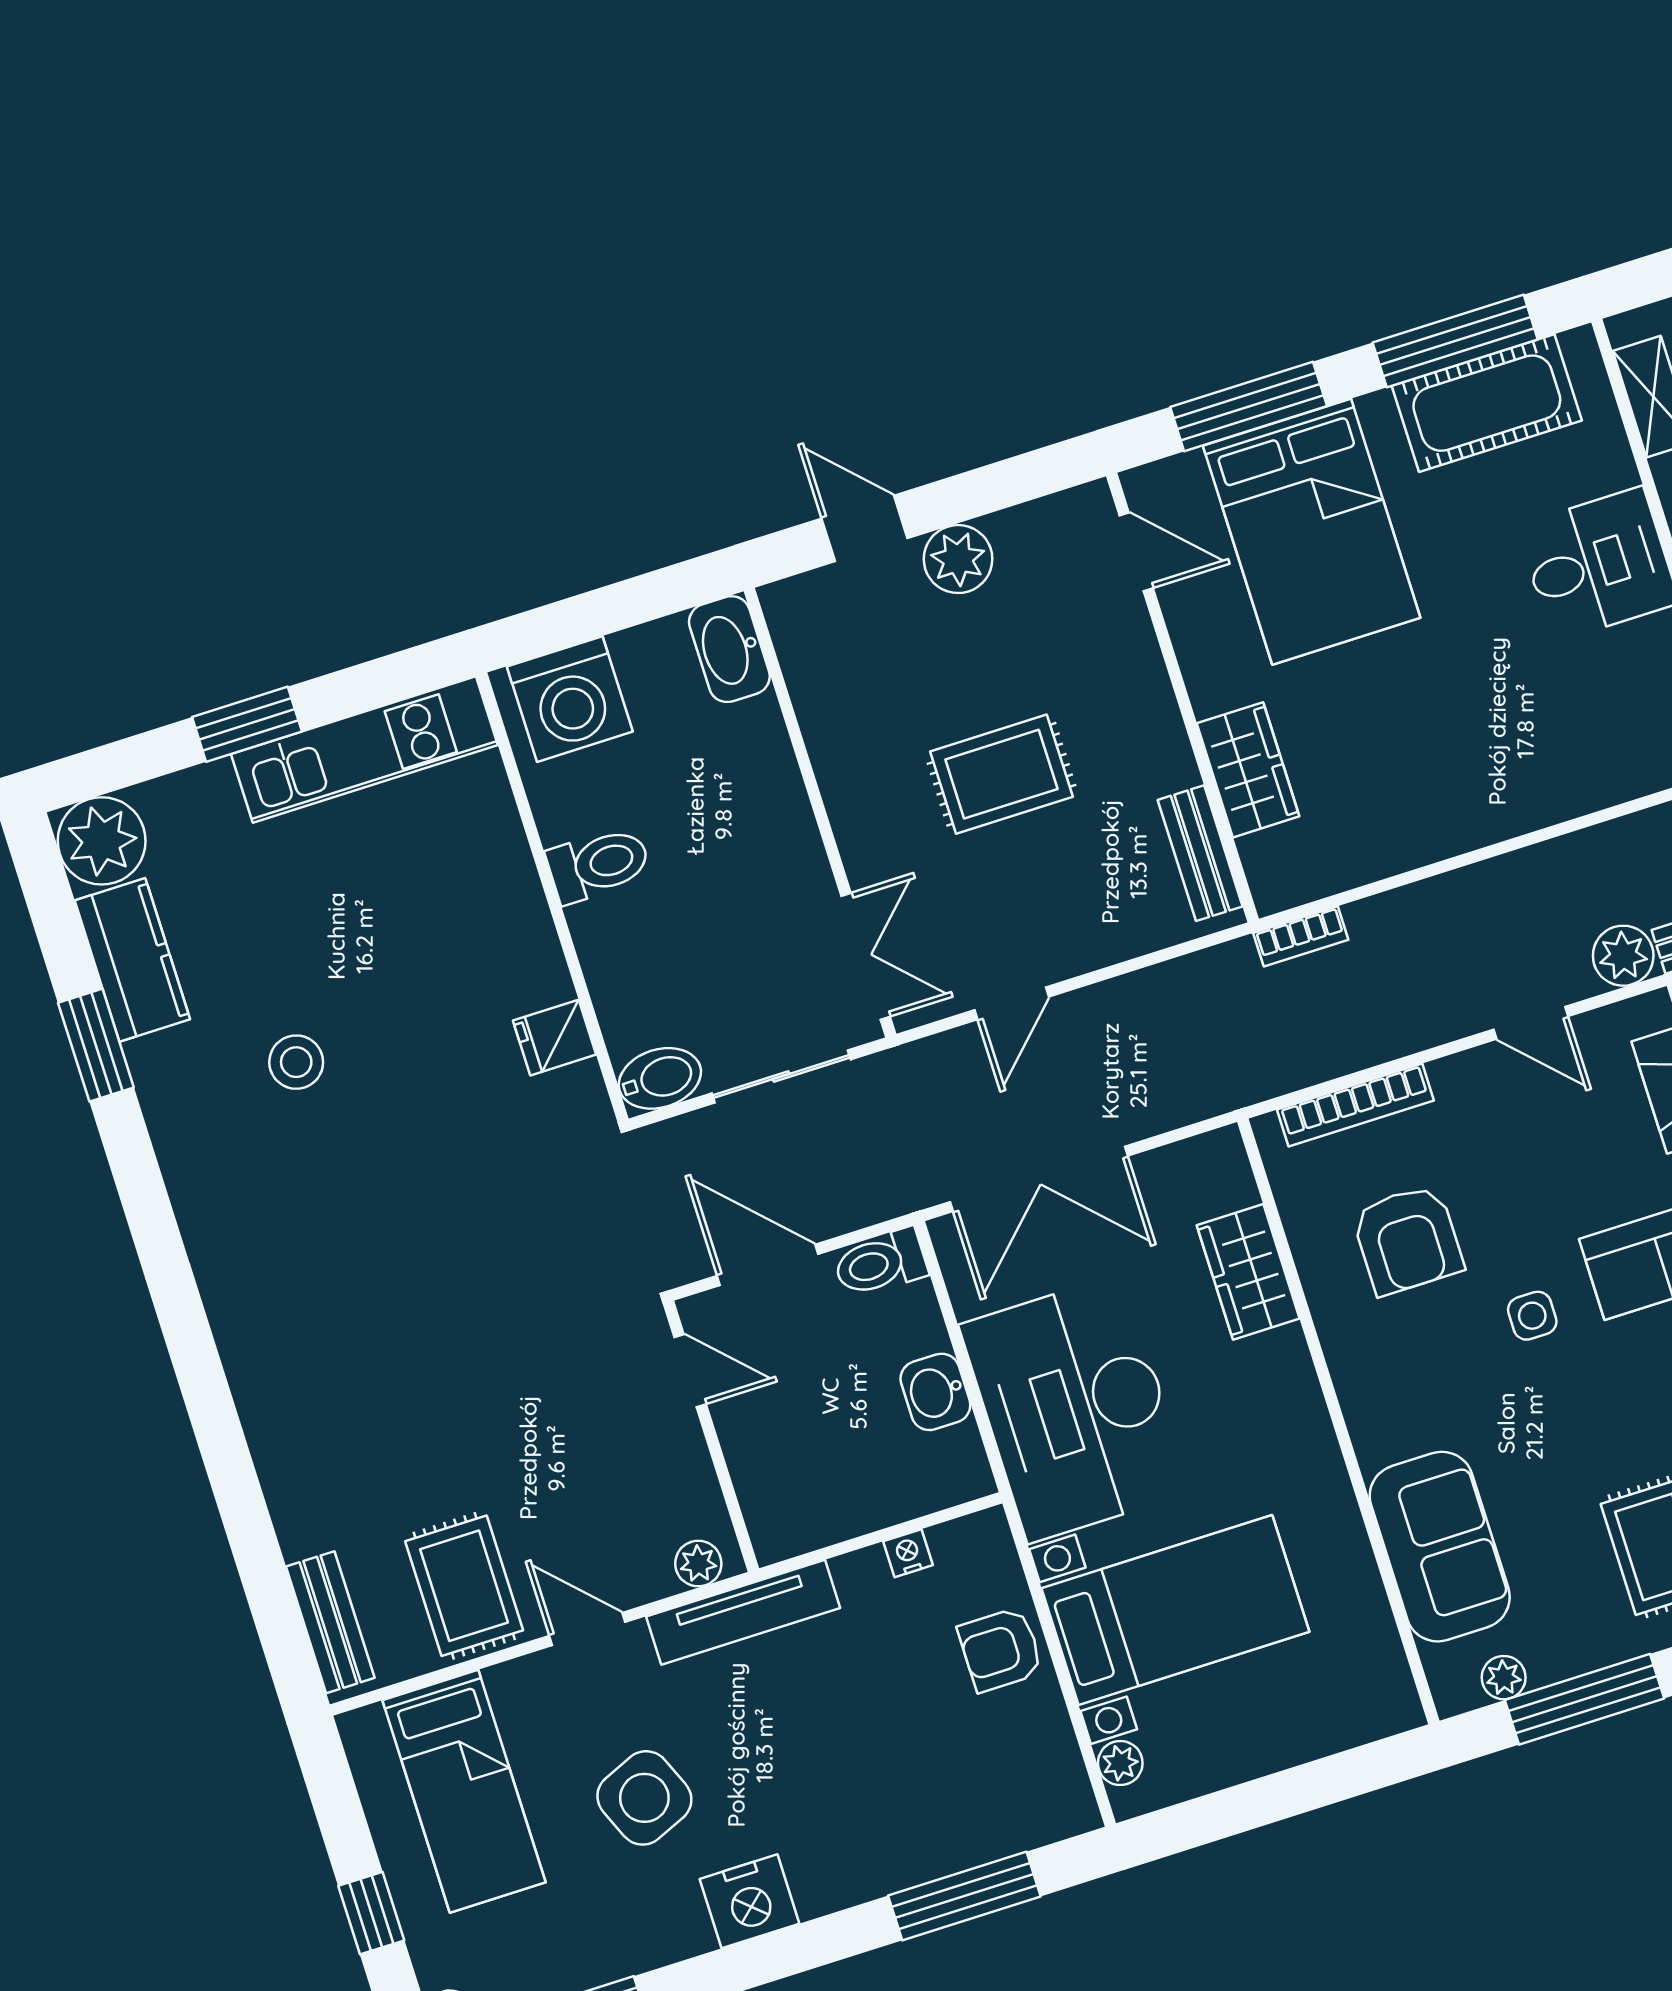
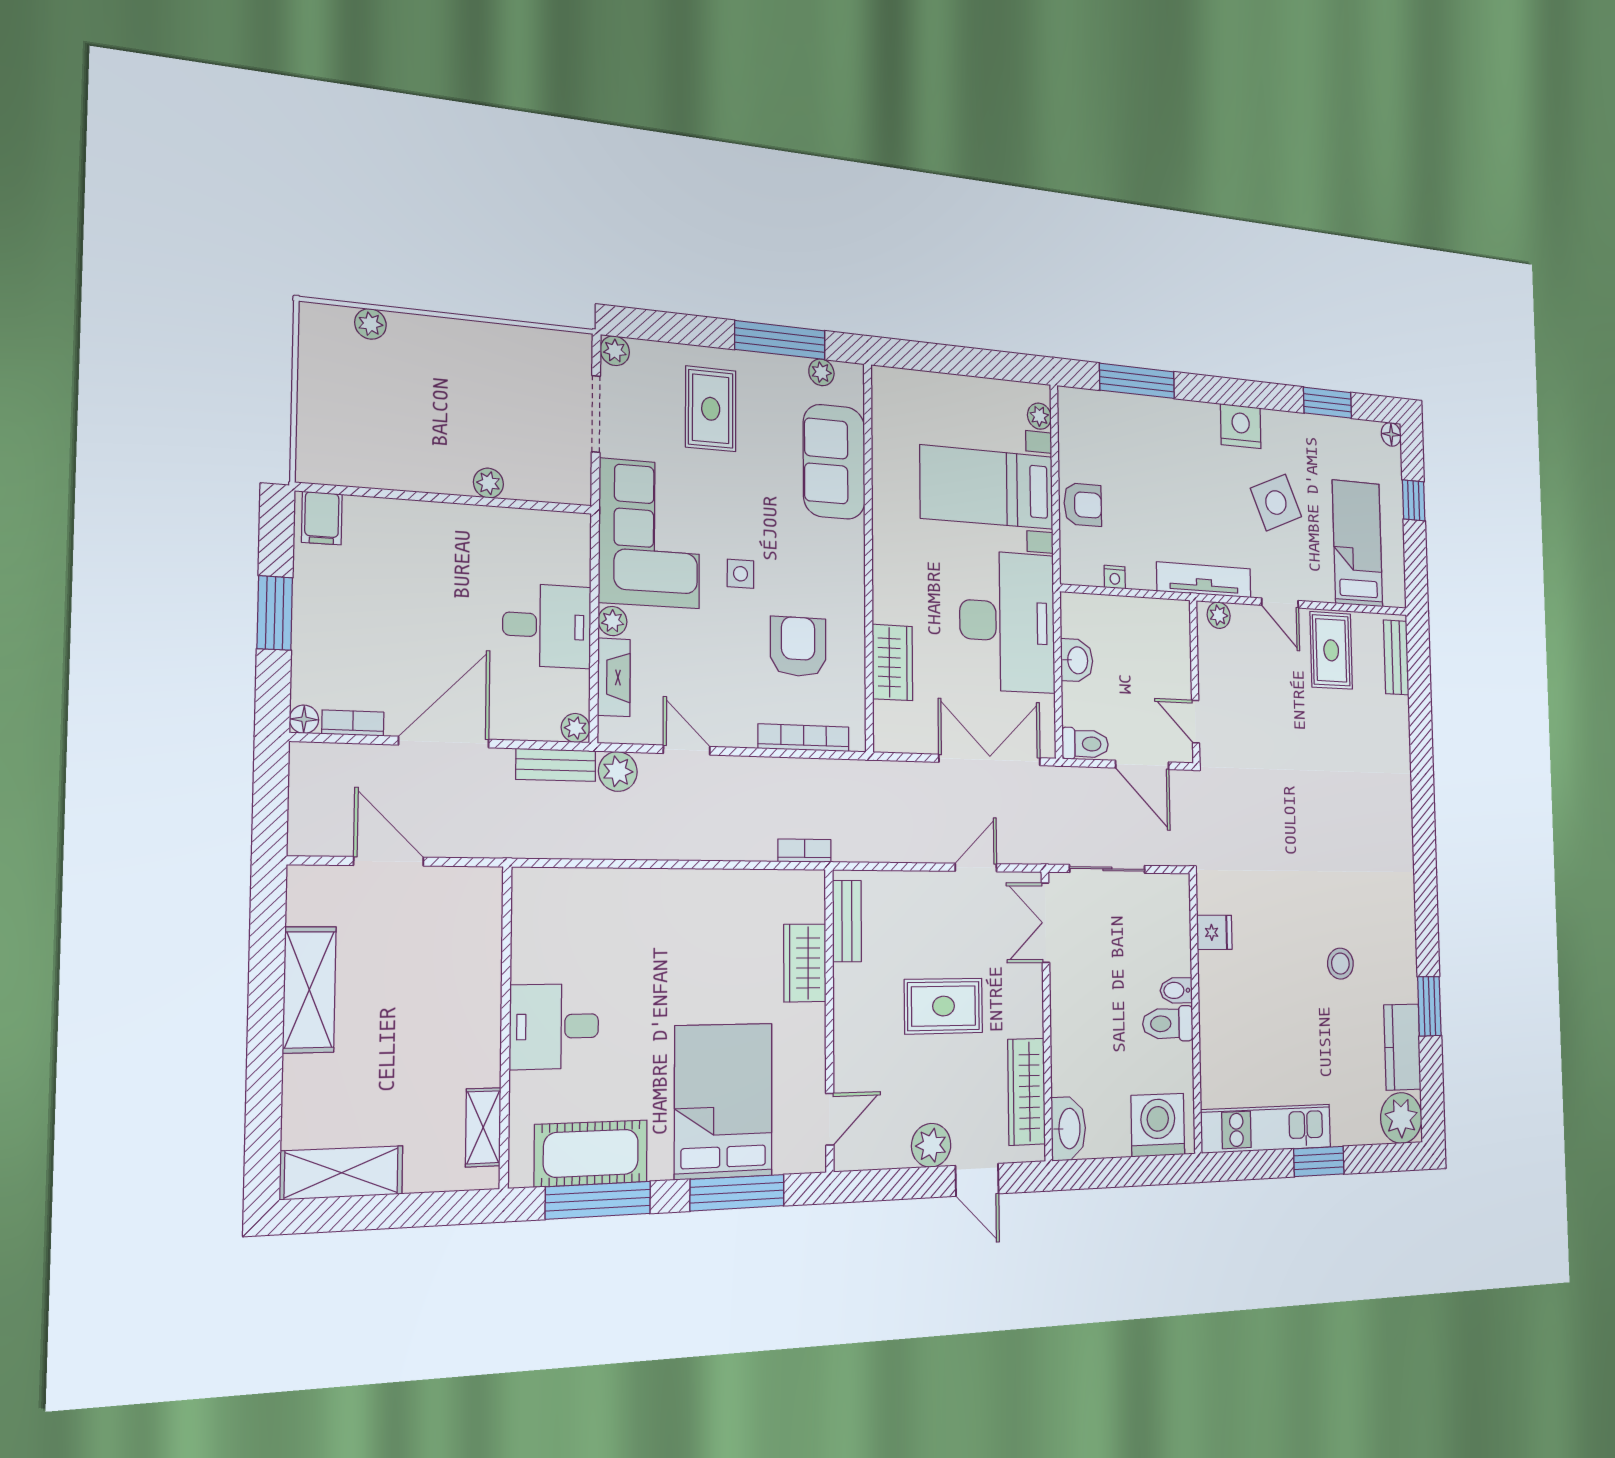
door: (1136, 552) -> (830, 1119), swing flipped
wardrobe: (820, 685) -> (1026, 1092), added
bidet: (660, 1078) -> (1176, 990), moved, width x0.72, depth x0.74

